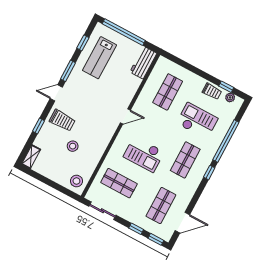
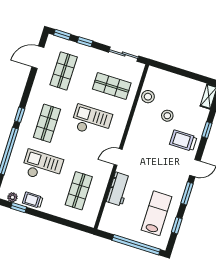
workbench: (143, 63) -> (119, 189), moved
checkout: (197, 121) -> (42, 166), turned 180
stool: (76, 181) -> (148, 97), moved

